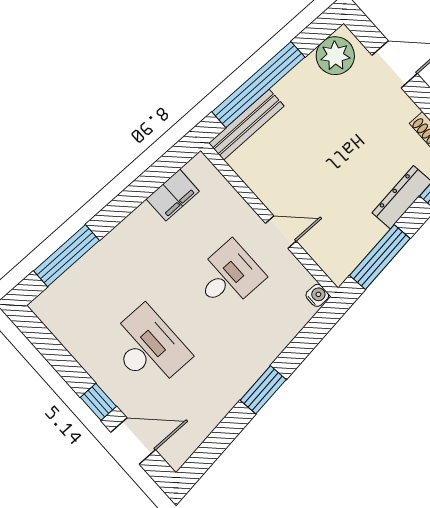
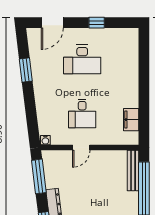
window: (66, 256) -> (144, 60), removed
window: (263, 390) -> (26, 70), moved
window: (98, 402) -> (97, 23), moved

